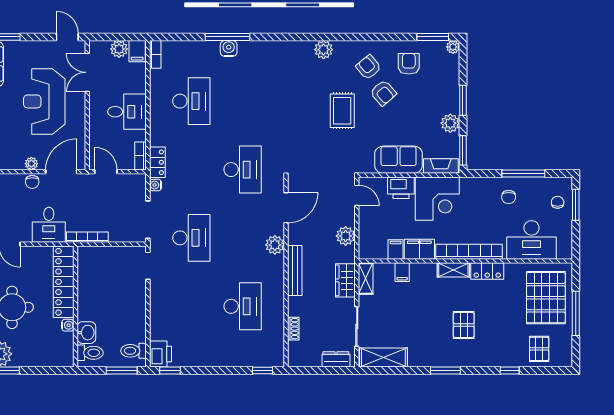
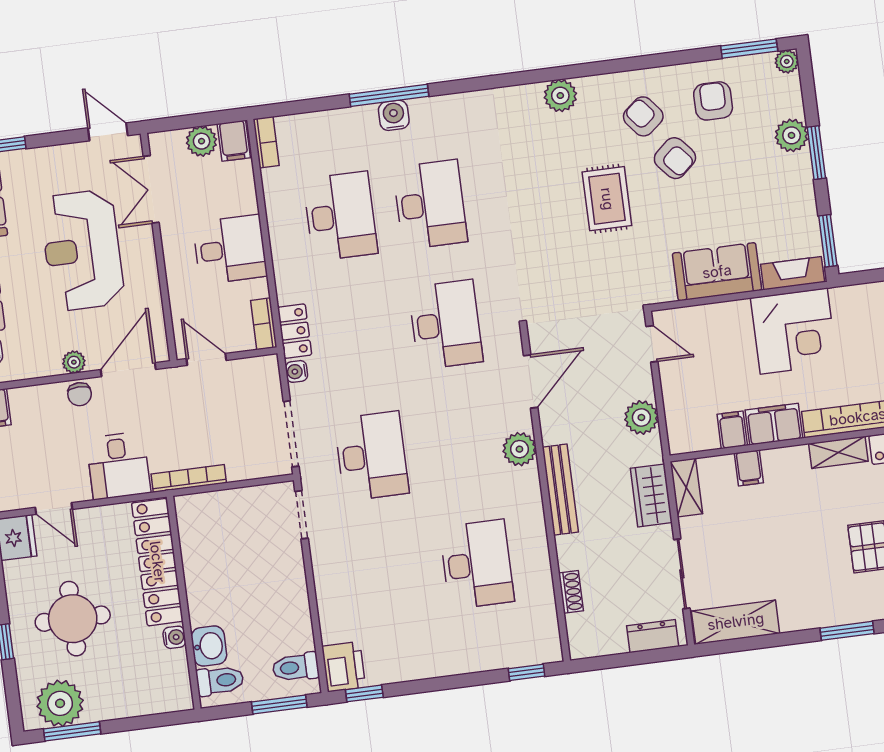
desk: (243, 101) -> (430, 205), added
plant: (450, 123) -> (792, 135), moved
printer: (401, 188) -> (727, 320), removed

